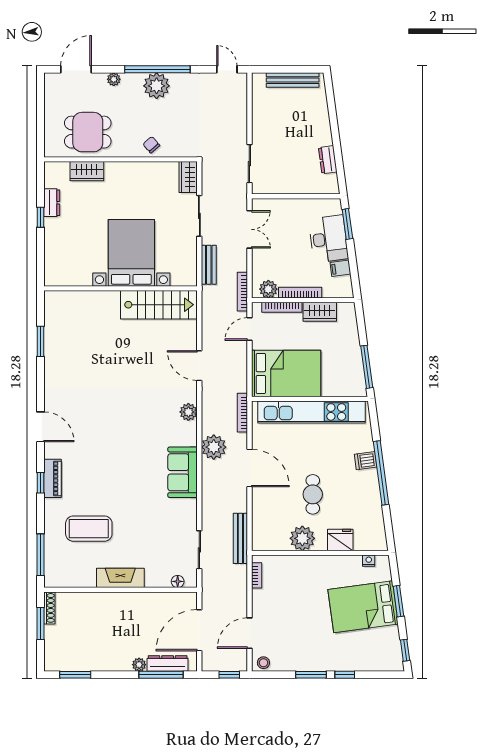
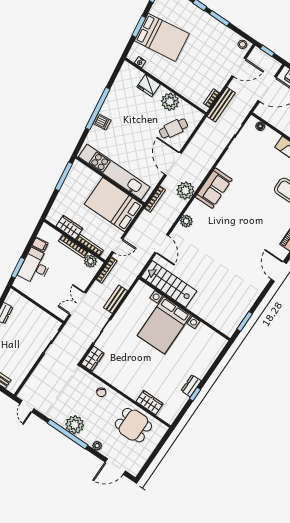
dresser: (52, 203) -> (191, 386), moved
bed with nightstands: (131, 253) -> (164, 325), moved
wall: (121, 288) -> (185, 309), moved
stairs: (159, 305) -> (169, 284), moved
cafe table: (313, 494) -> (174, 128), moved, turned 30
bench: (240, 538) -> (221, 105), moved

